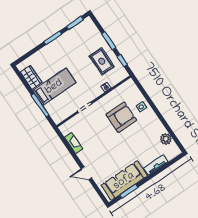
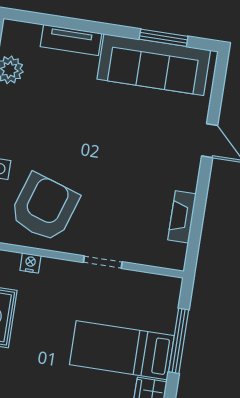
armchair: (121, 117) -> (44, 208), moved, turned 108

